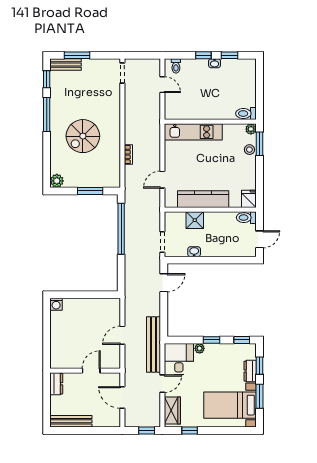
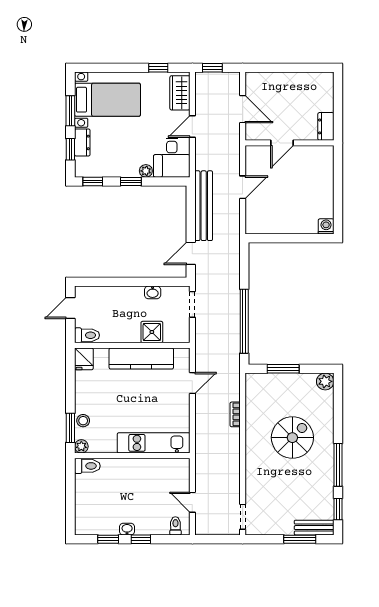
bench: (153, 345) -> (204, 206), moved
bench: (71, 421) -> (307, 79), removed

